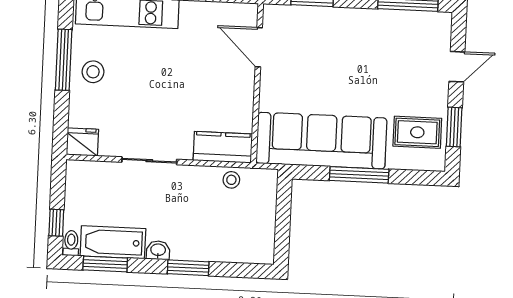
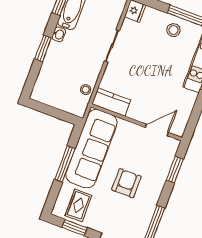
armchair: (358, 68) -> (126, 183), added
kitchen counter: (223, 147) -> (111, 102), moved, turned -90

